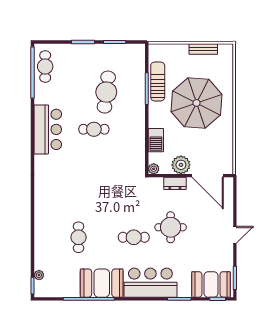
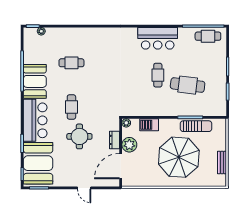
door: (235, 235) -> (84, 188), moved
booth: (211, 284) -> (38, 163), width x1.36, depth x1.42

